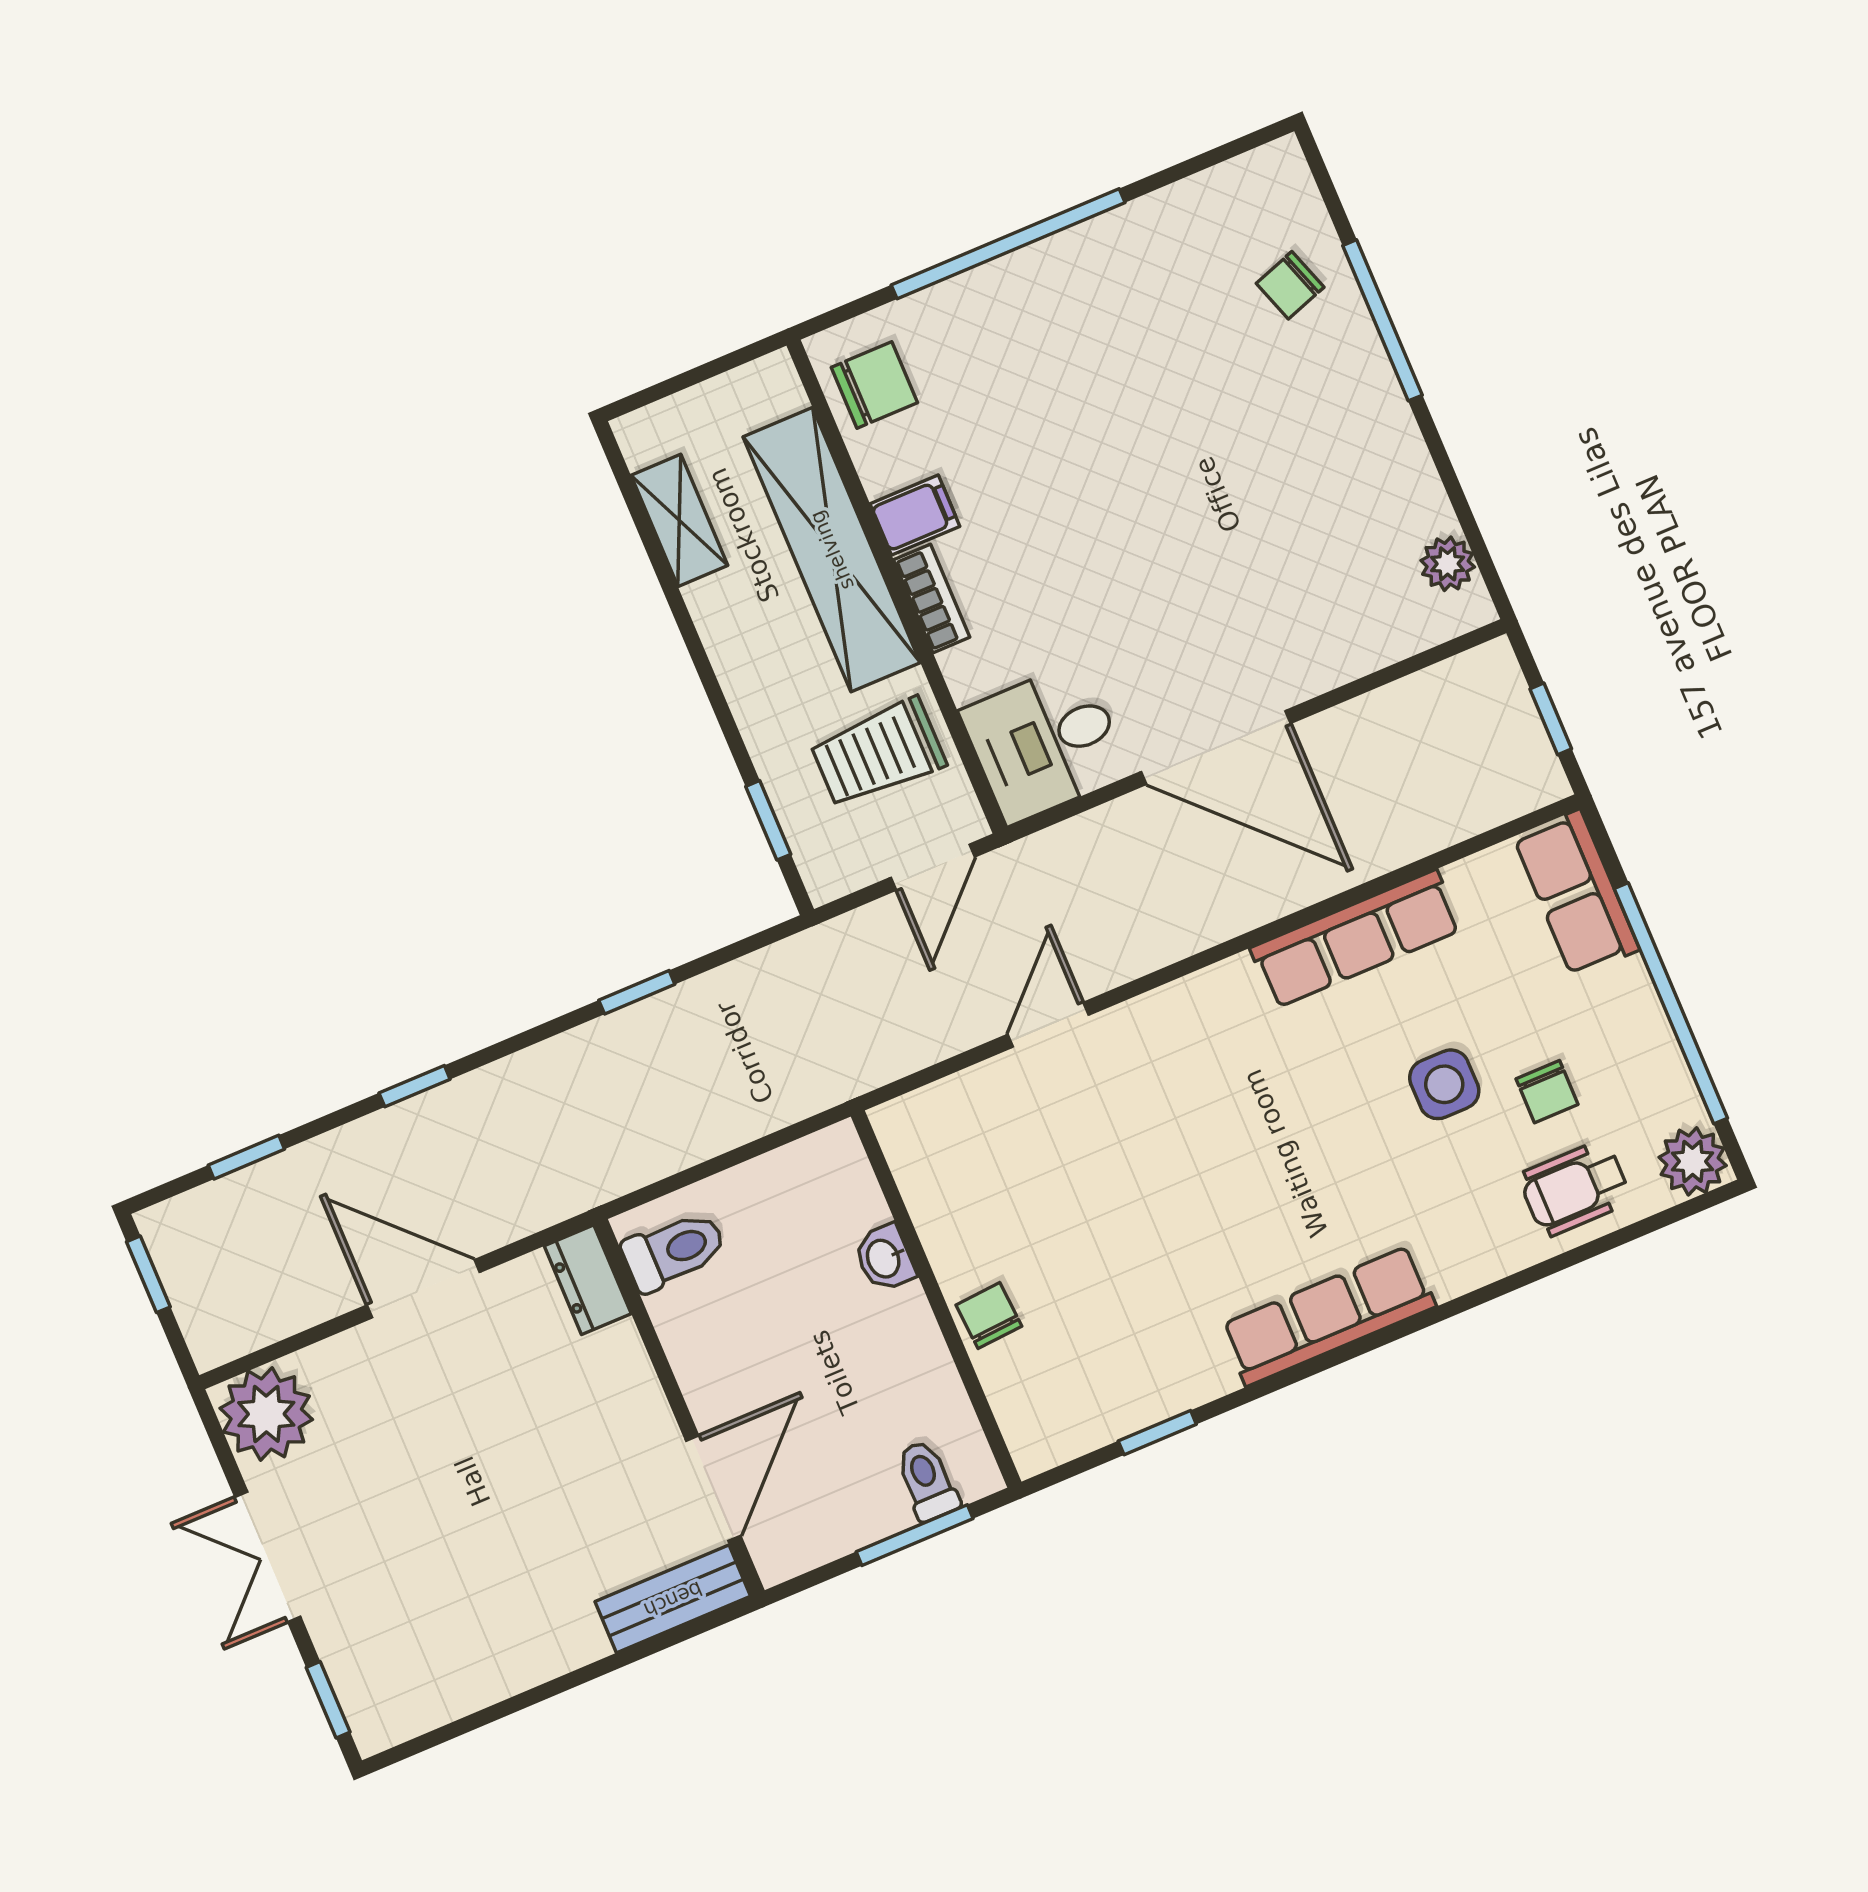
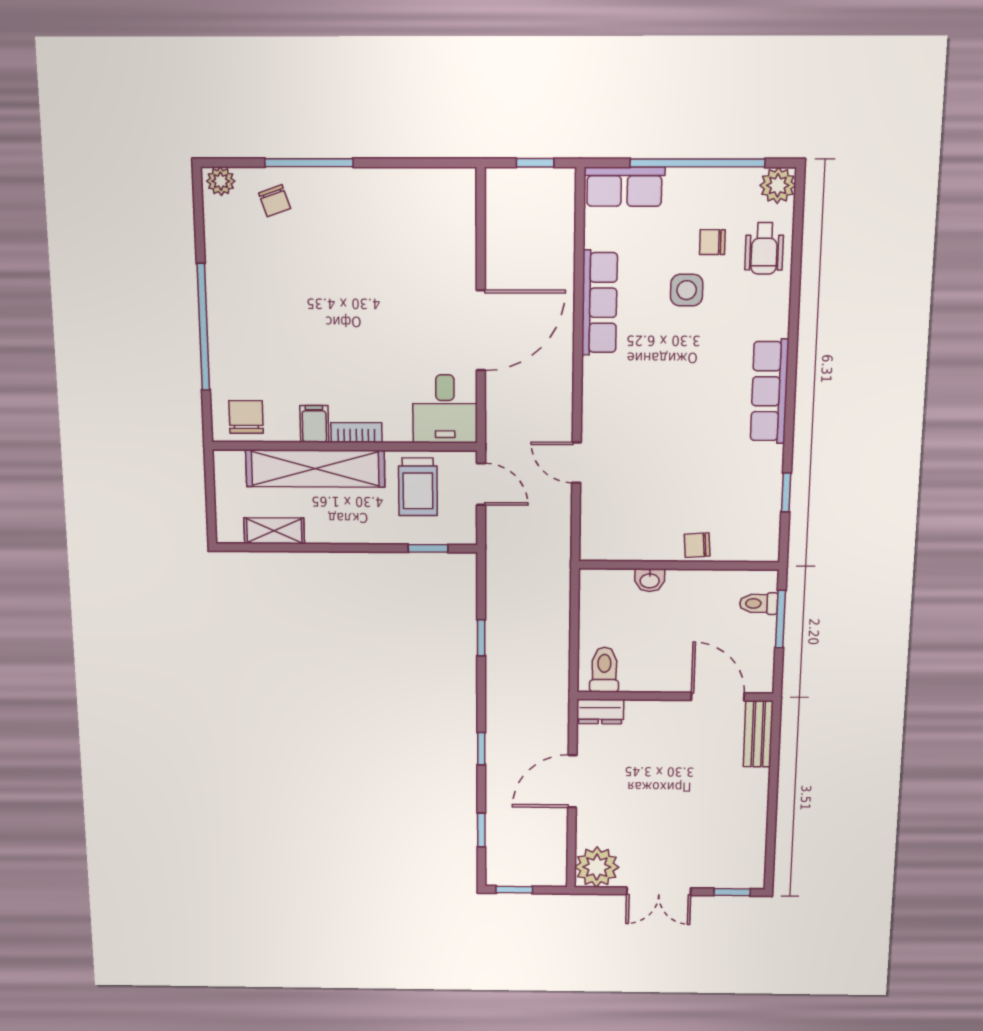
plant: (1448, 564) -> (221, 181), moved
chair: (1547, 1092) -> (712, 242), turned 180

